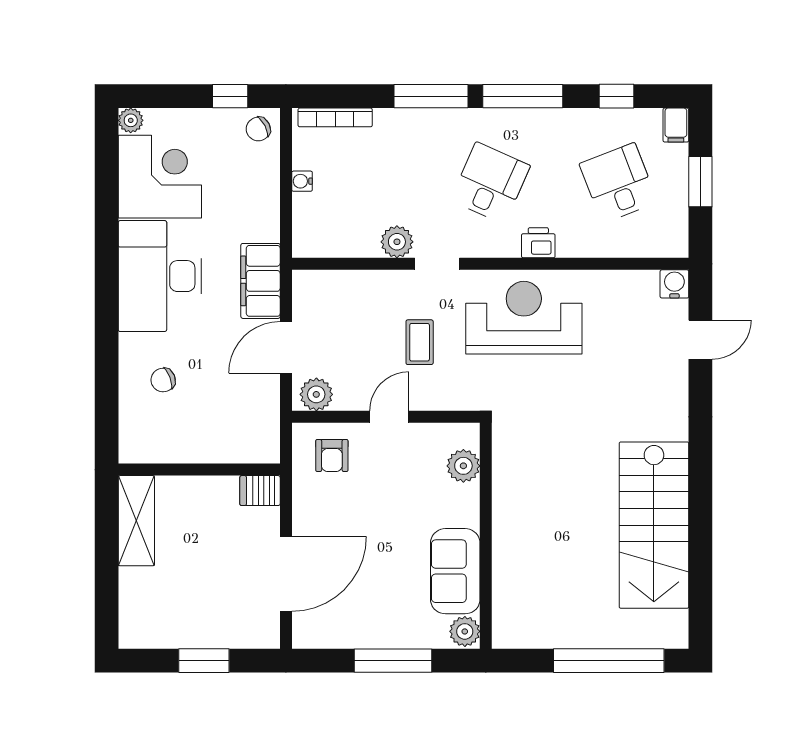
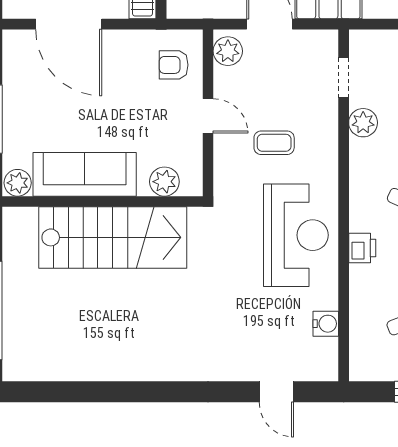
doorway: (437, 264) -> (344, 78), moved
water cooler: (674, 284) -> (326, 324), moved
stairs: (654, 525) -> (113, 237), moved, turned 180
sofa: (455, 571) -> (85, 174), width x1.36

